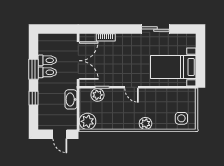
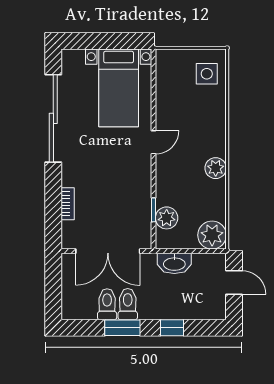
sliding door: (155, 29) -> (53, 118), width x1.86
double door: (78, 61) -> (108, 251), swing flipped
door: (131, 87) -> (153, 142), moved
plant: (145, 123) -> (216, 168), moved
door: (60, 134) -> (234, 283), hinge flipped

